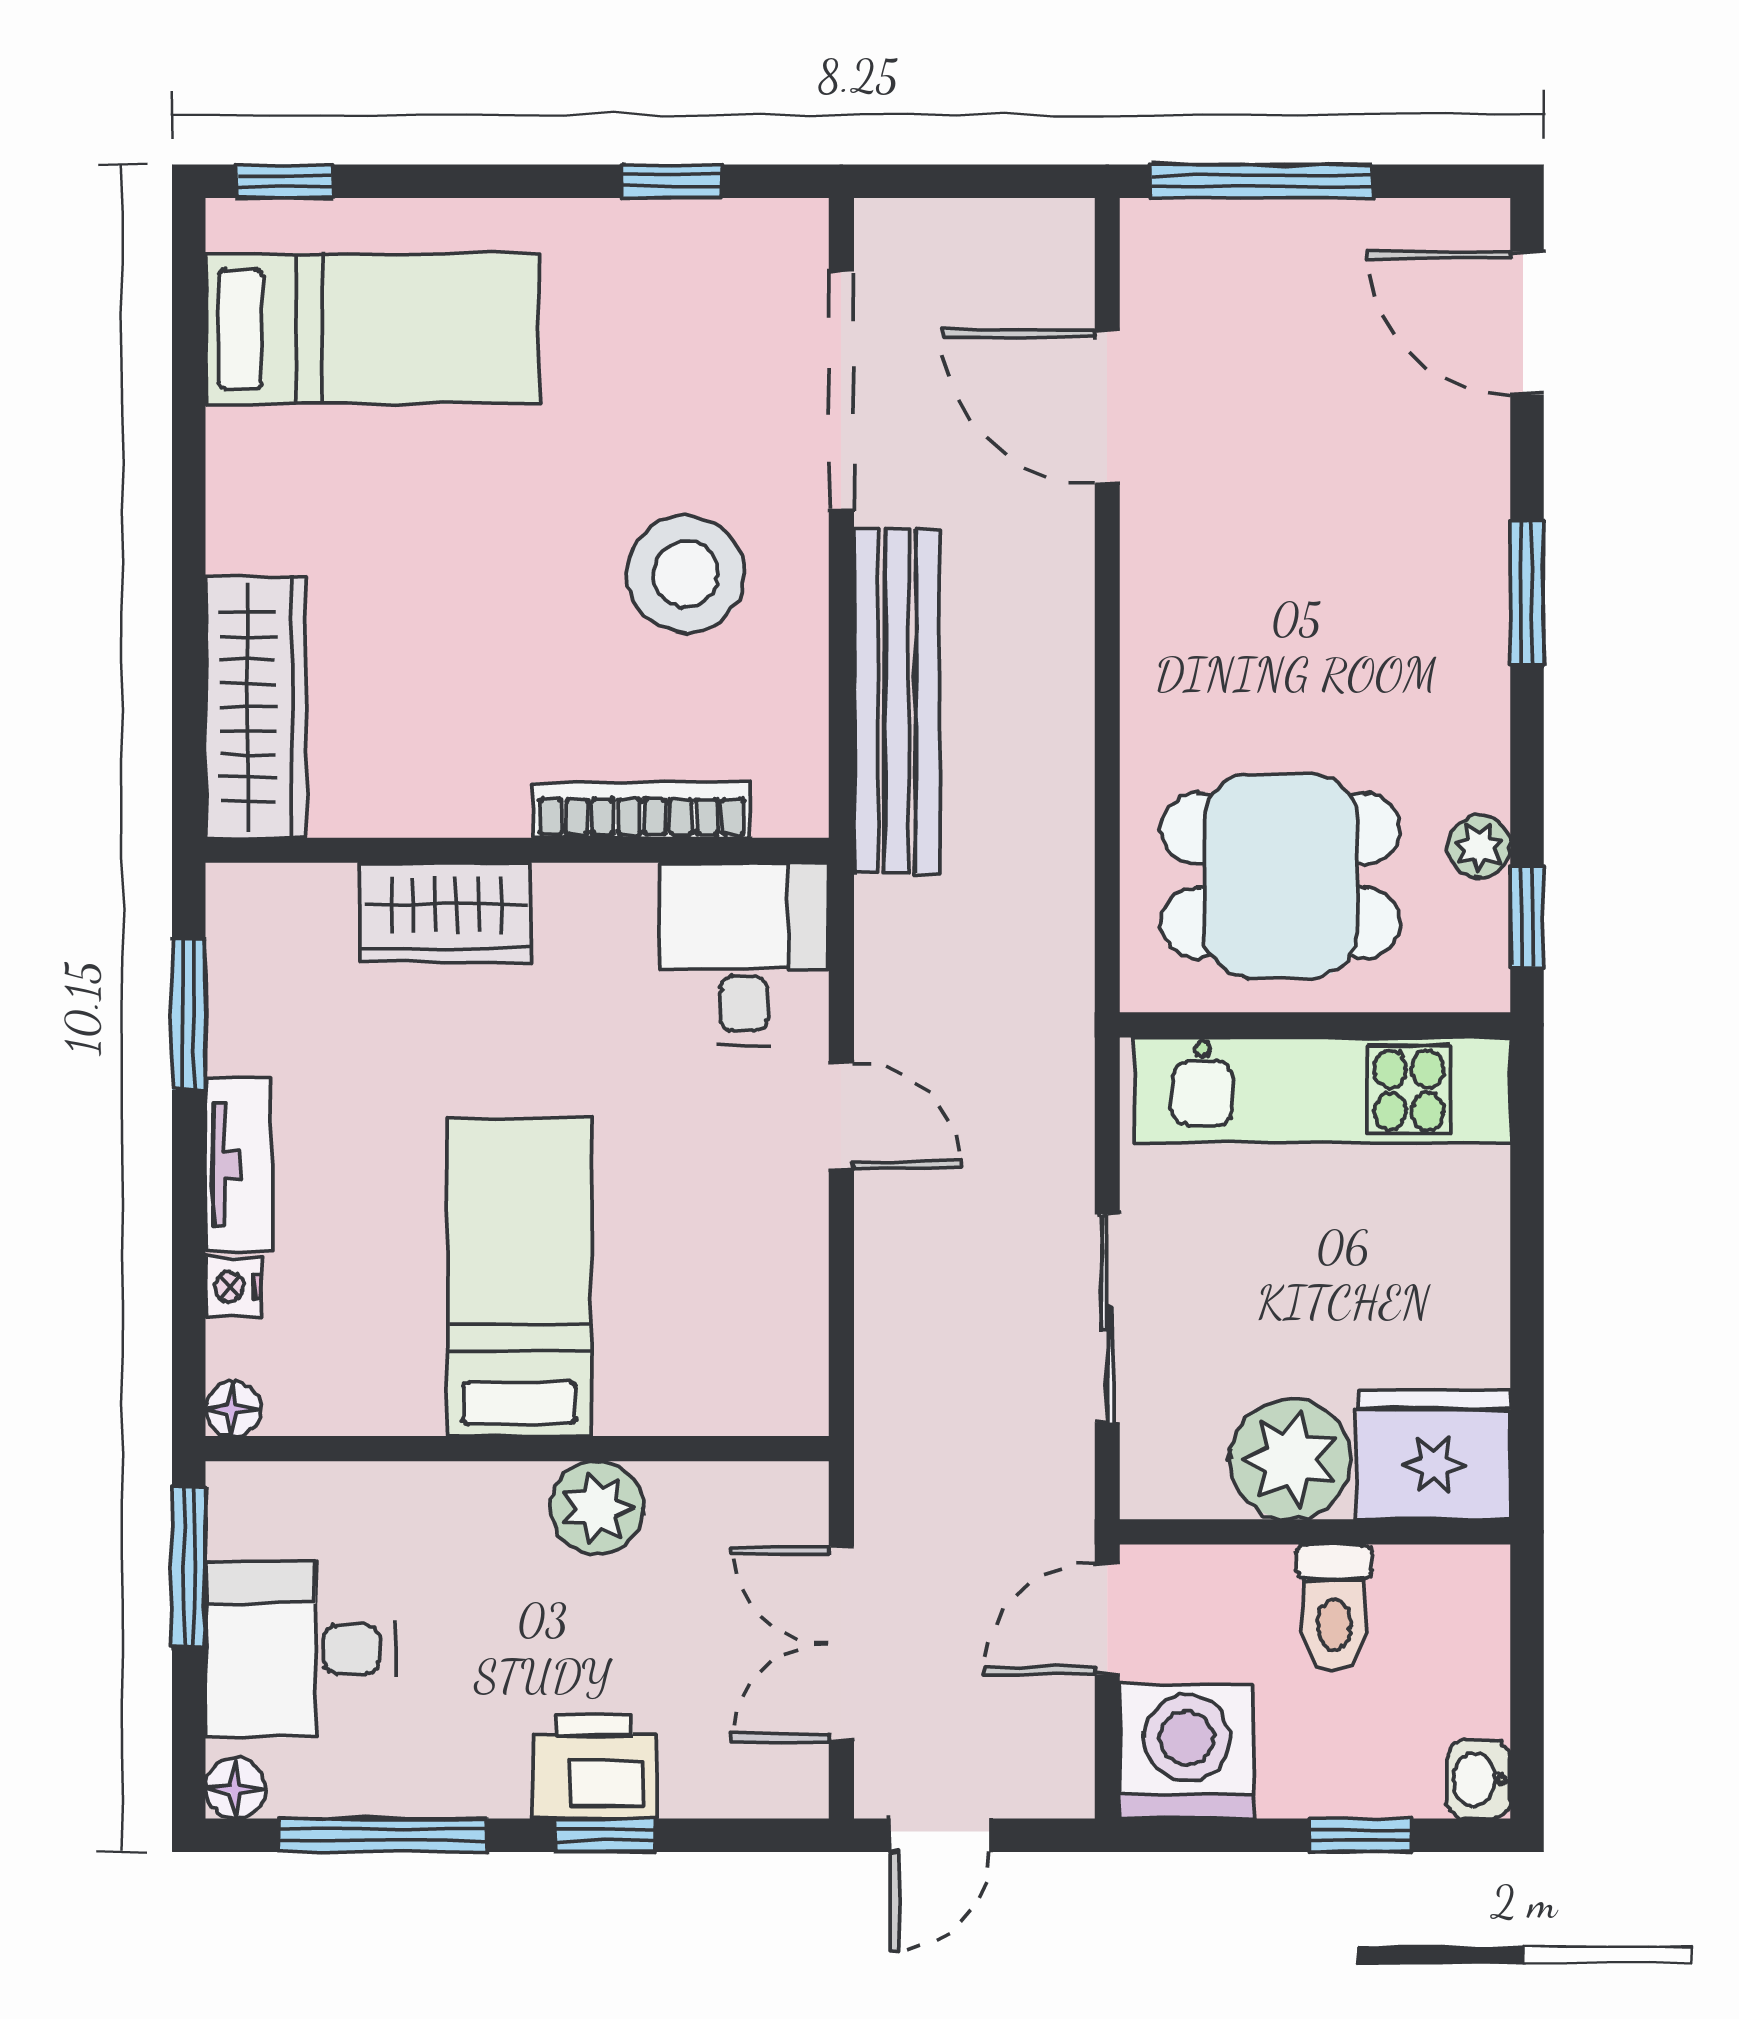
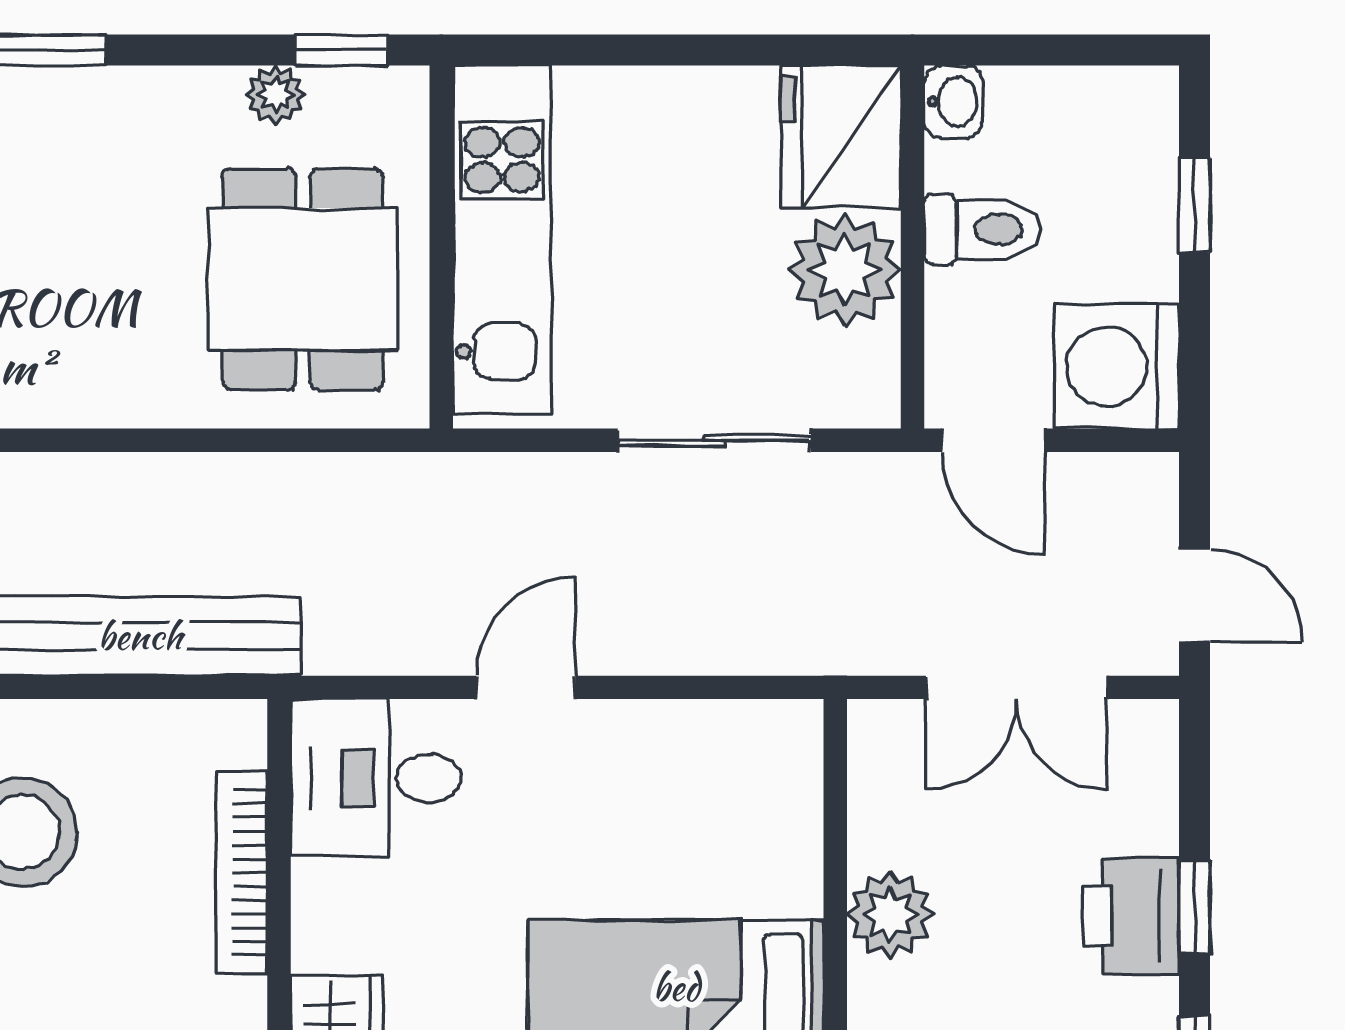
washbasin: (1479, 1780) -> (953, 102), moved, turned -90

